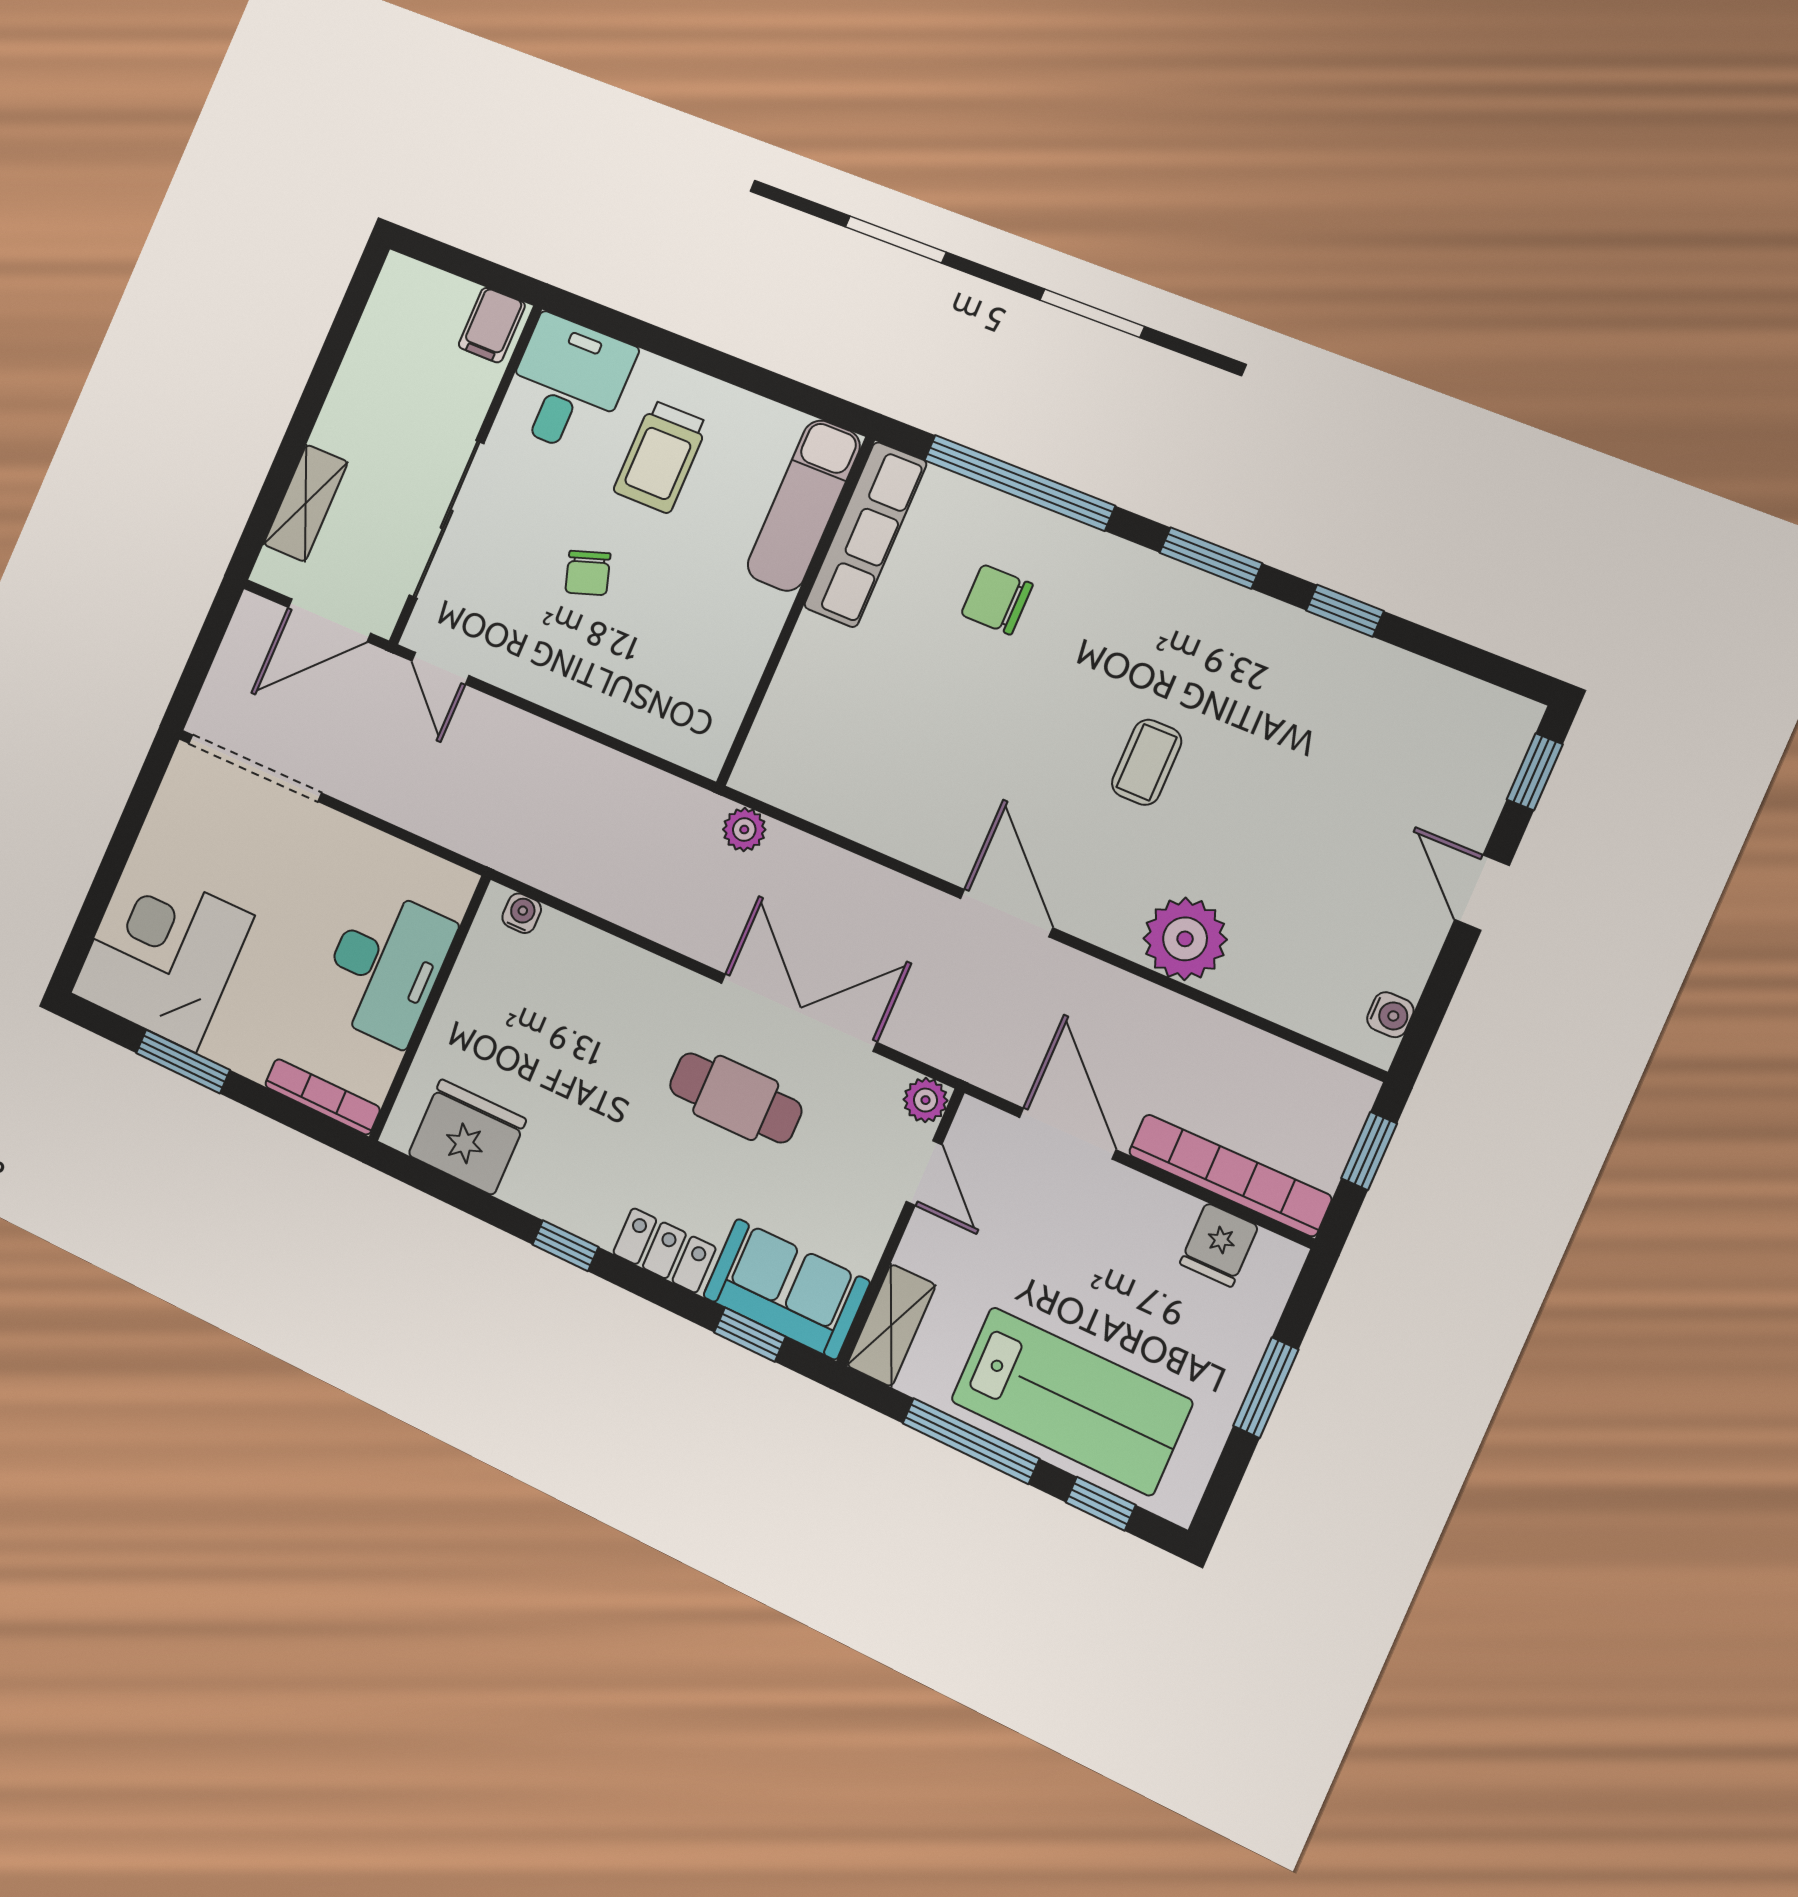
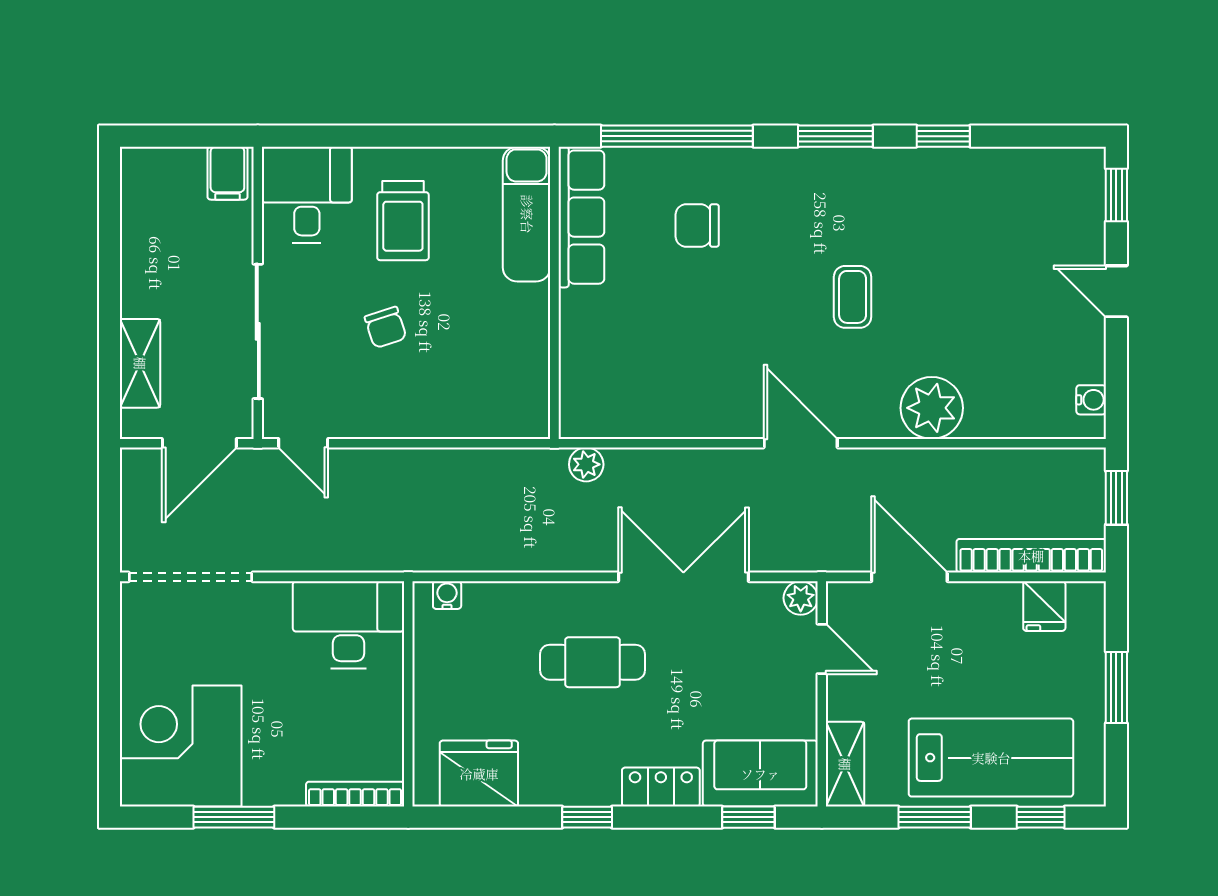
desk: (386, 966) -> (348, 625), moved, turned -90
cafe table: (736, 1098) -> (593, 662), moved
window: (971, 1441) -> (935, 817), width x0.69

